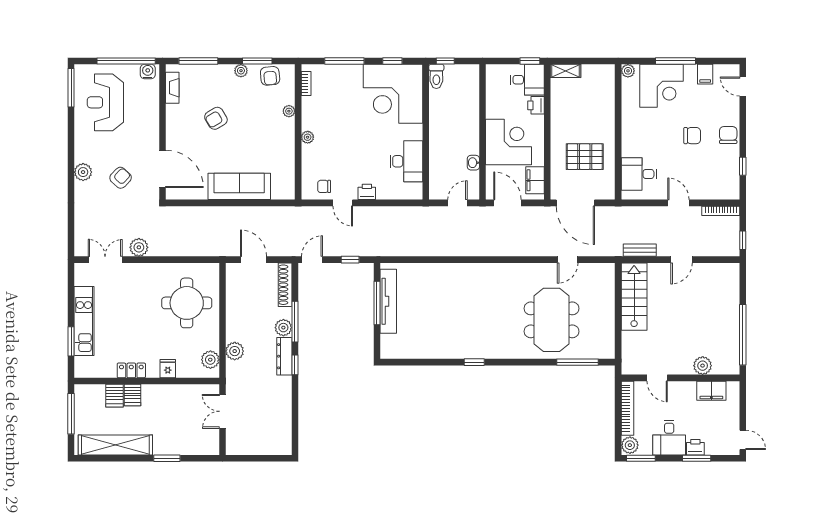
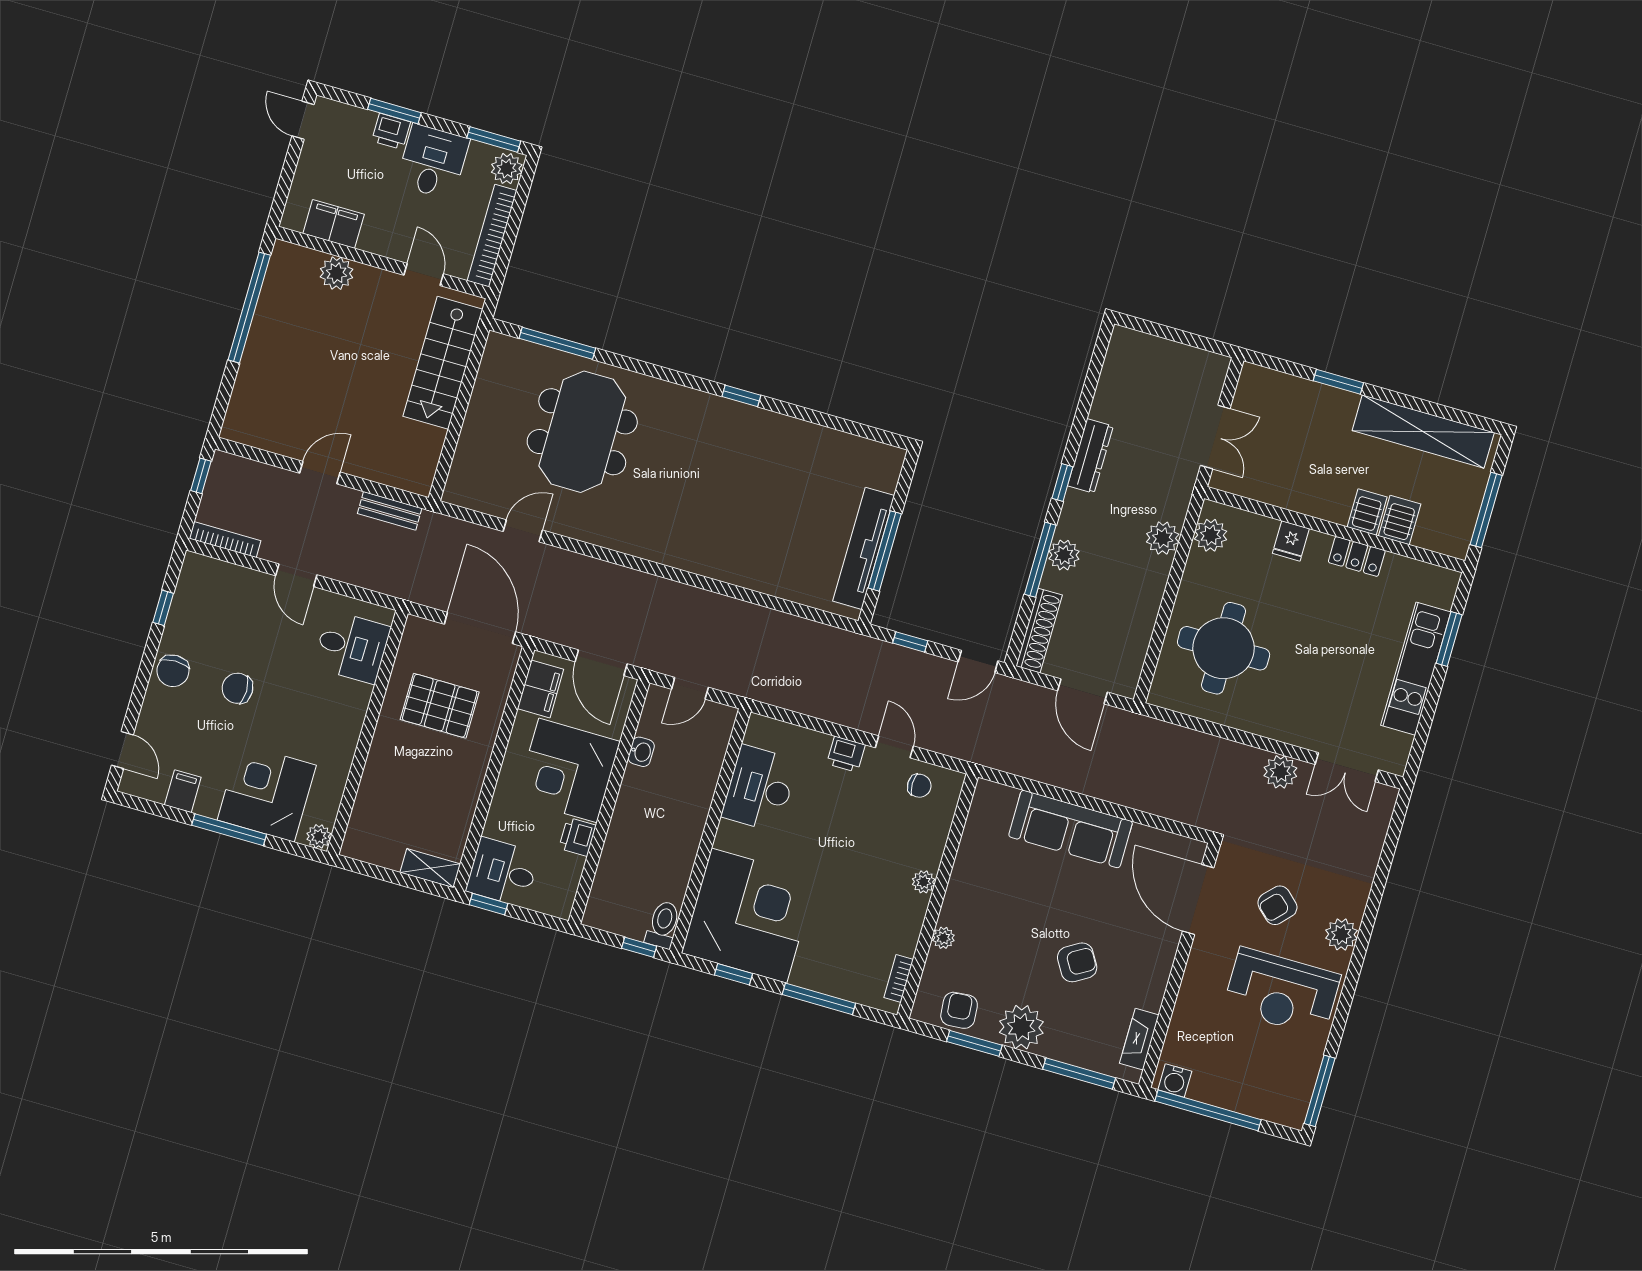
plant: (241, 71) -> (1021, 1027), width x1.88, depth x1.88
reception desk: (105, 102) -> (1282, 992), moved, turned 90
printer: (536, 105) -> (577, 837), moved, turned 180
stairs: (634, 297) -> (443, 363), moved
dresser: (284, 356) -> (1090, 456), moved

